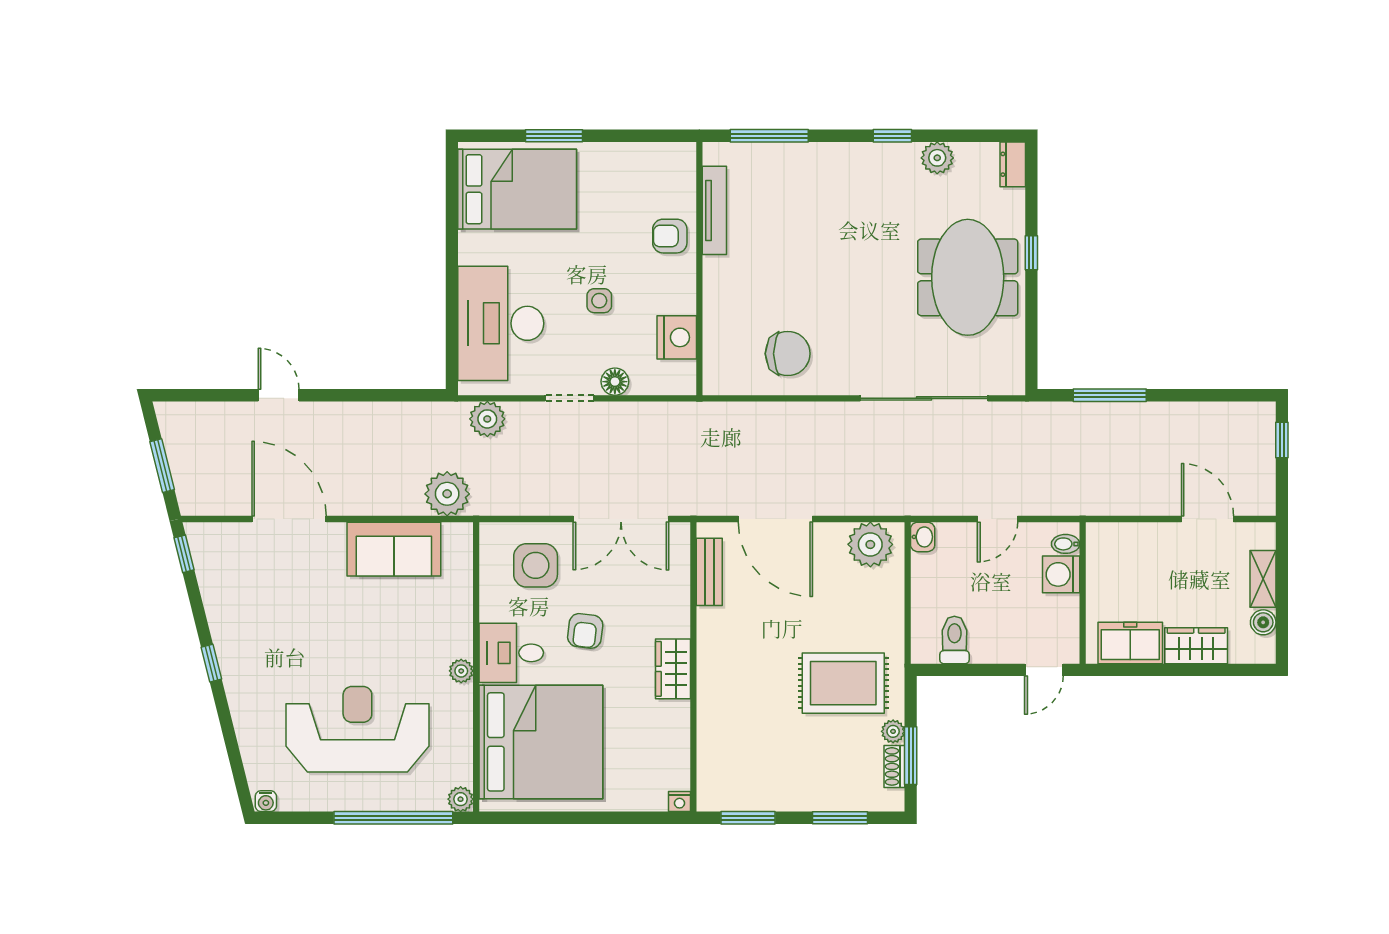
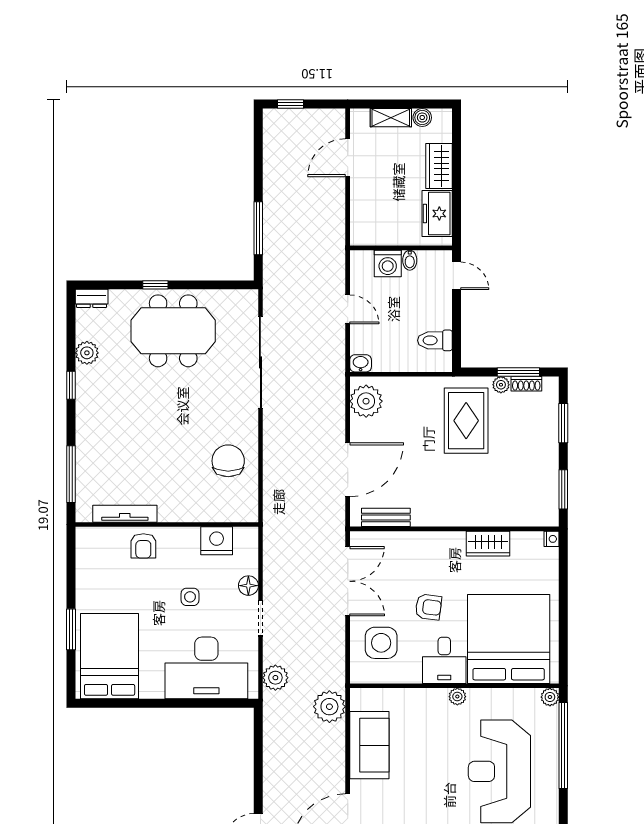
bidet: (1066, 544) -> (410, 260), moved
wardrobe: (673, 669) -> (488, 544), moved

